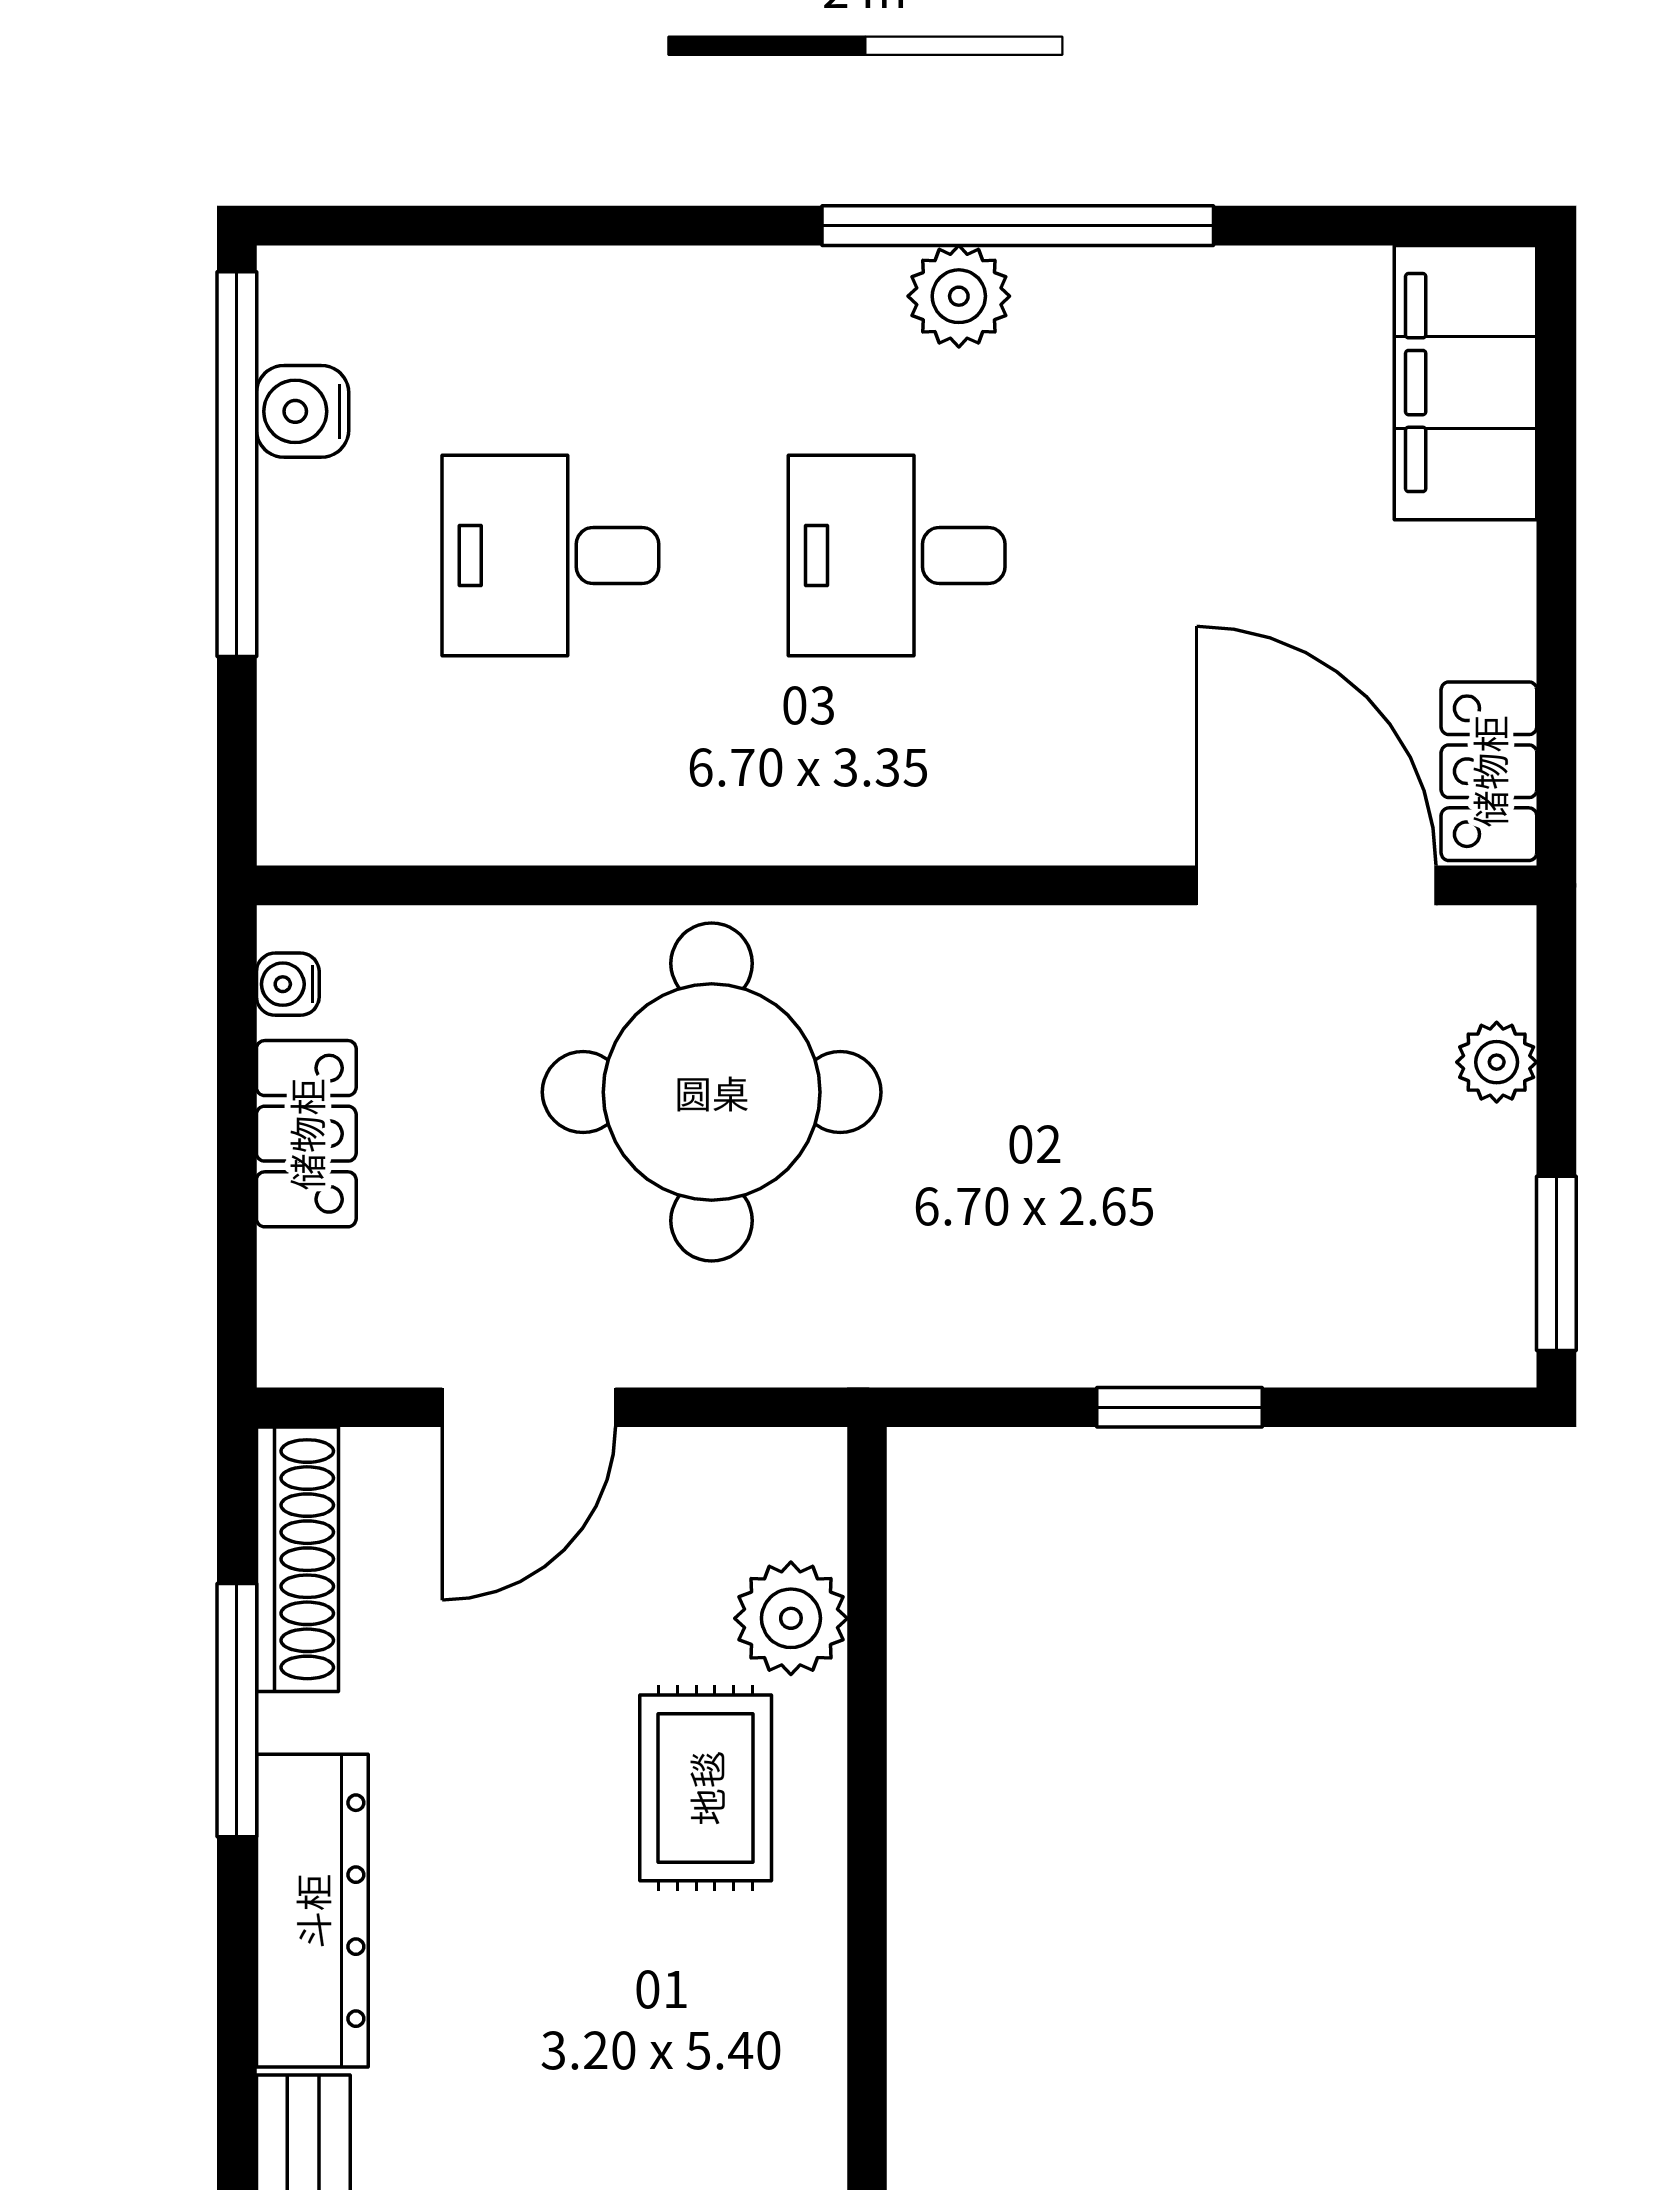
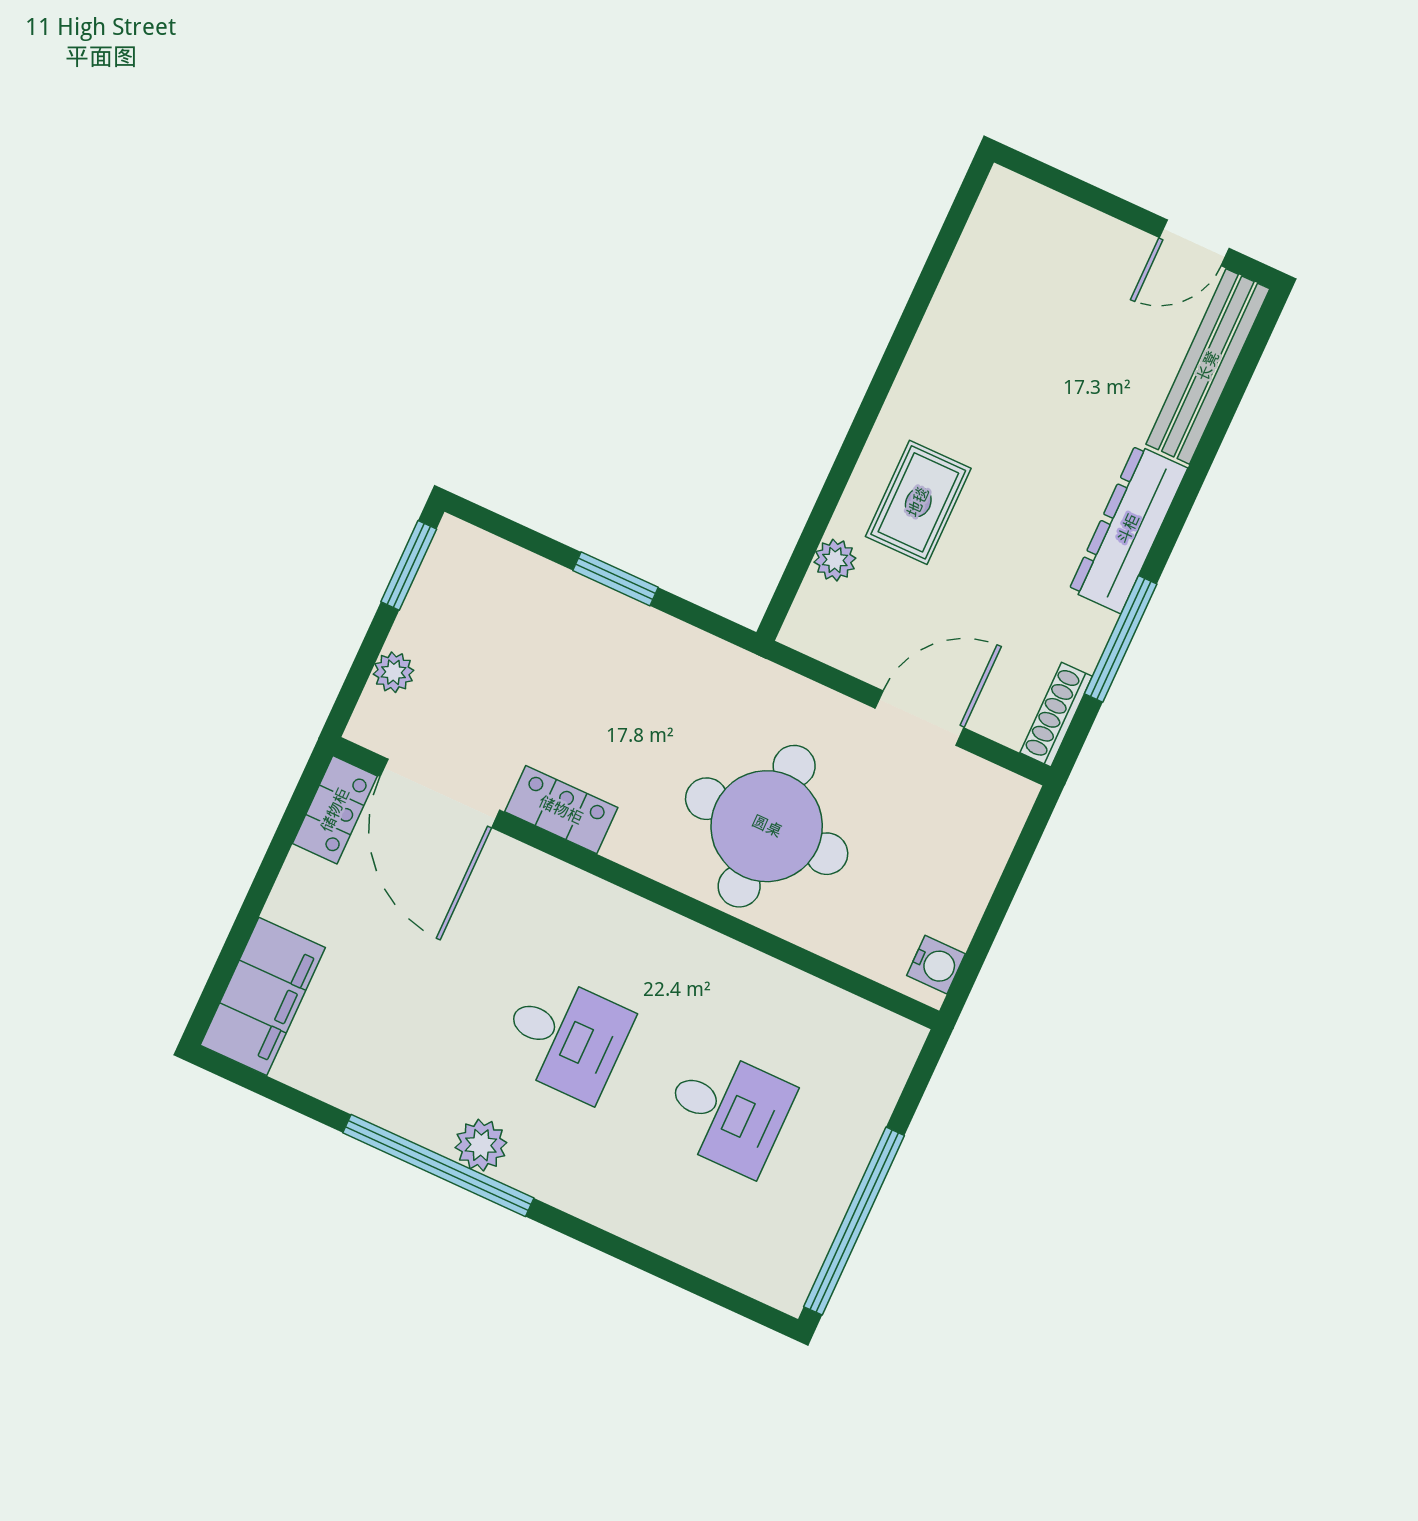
water cooler: (303, 411) -> (812, 1232), removed
water cooler: (288, 984) -> (936, 965), width x1.38, depth x1.38
locker: (306, 1134) -> (561, 810), moved, turned 90
shoe rack: (297, 1559) -> (1056, 715), width x0.74, depth x0.81
plant: (791, 1618) -> (835, 560), width x0.73, depth x0.73

